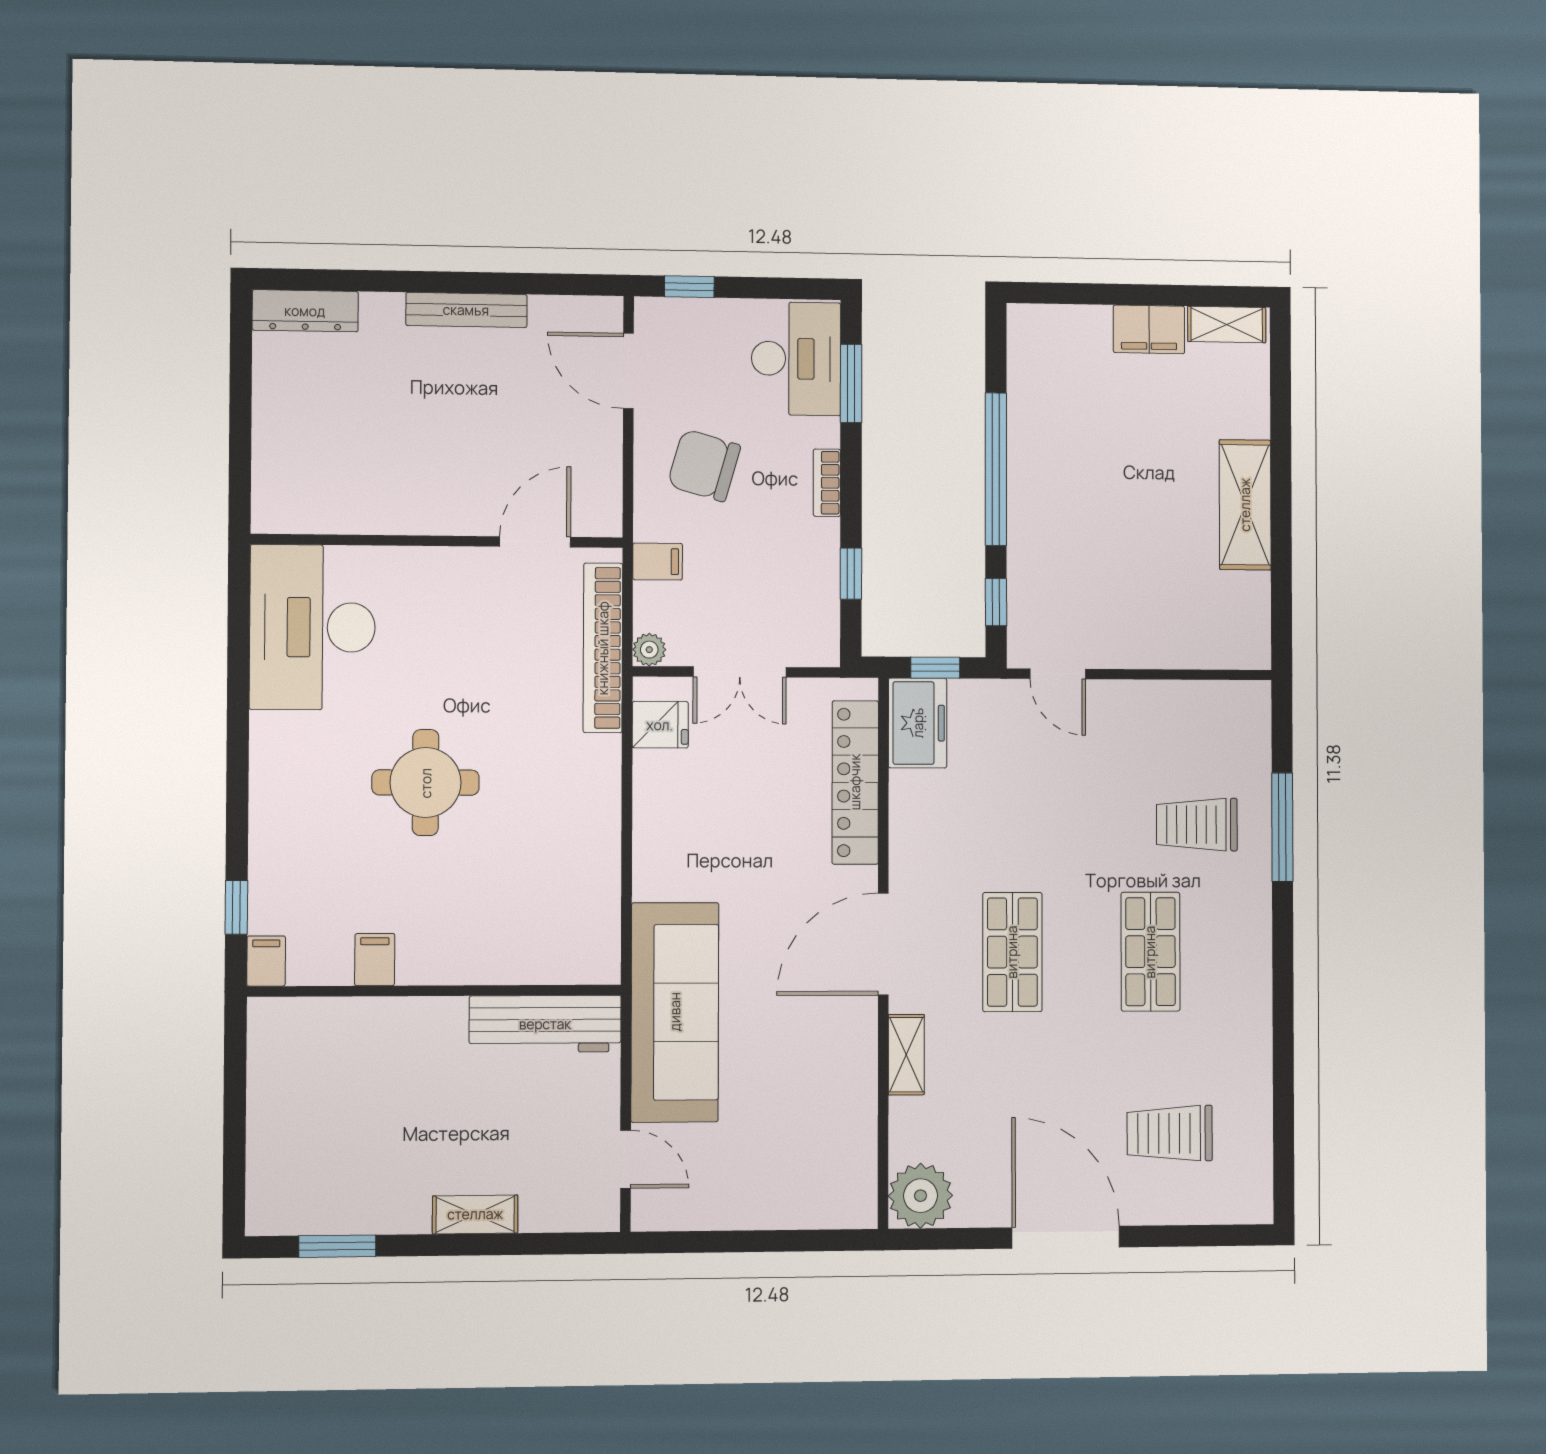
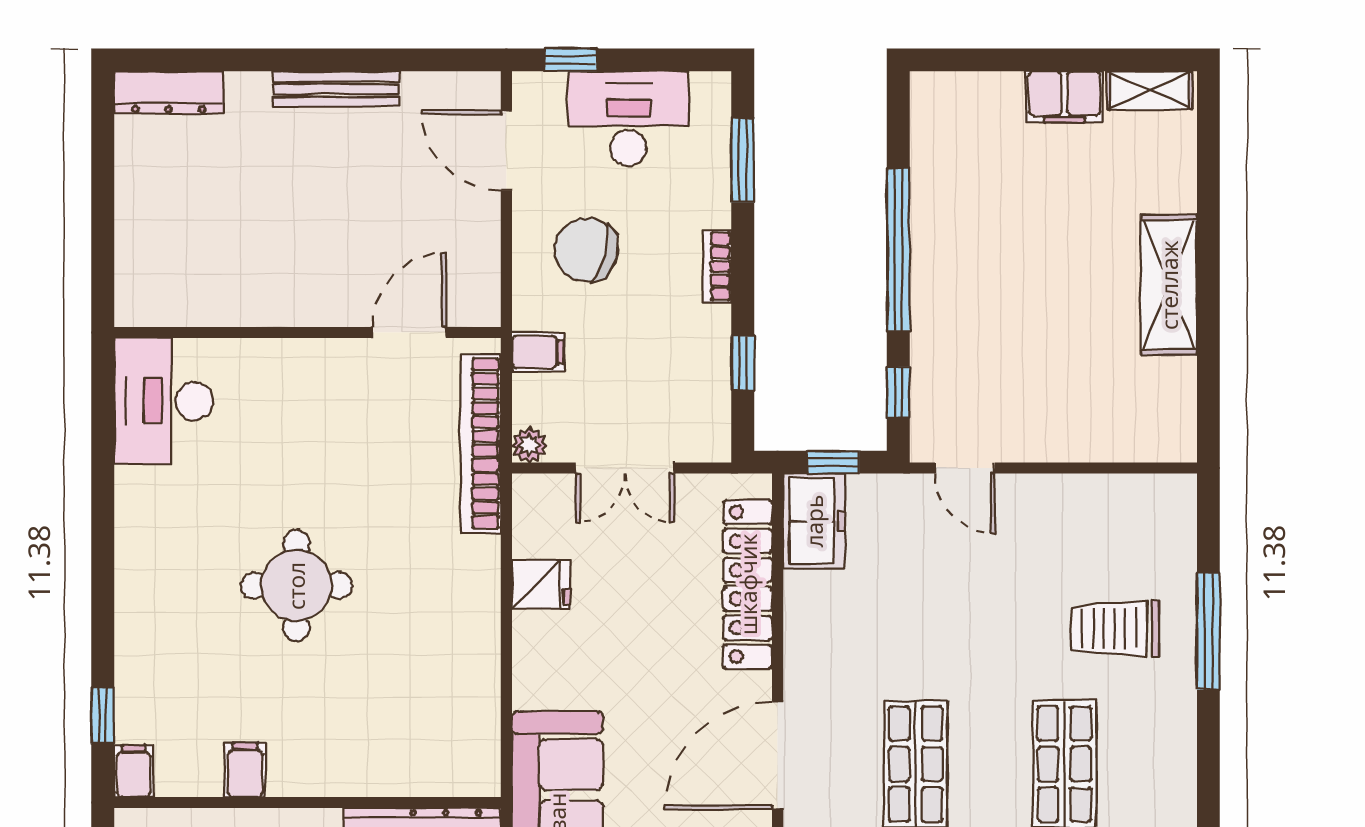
desk: (796, 359) -> (628, 119), moved, turned -90
desk: (312, 627) -> (164, 401), width x0.73, depth x0.77
fridge: (660, 725) -> (541, 584), moved

